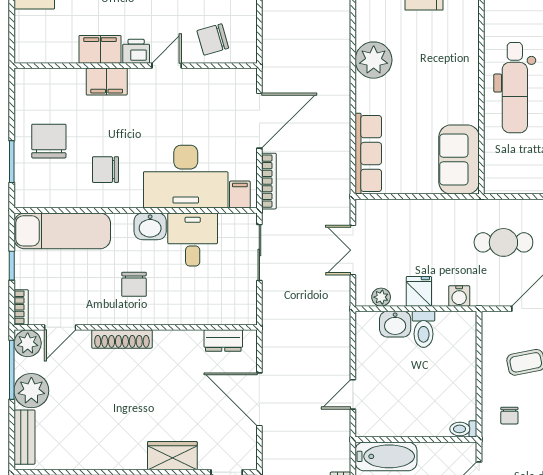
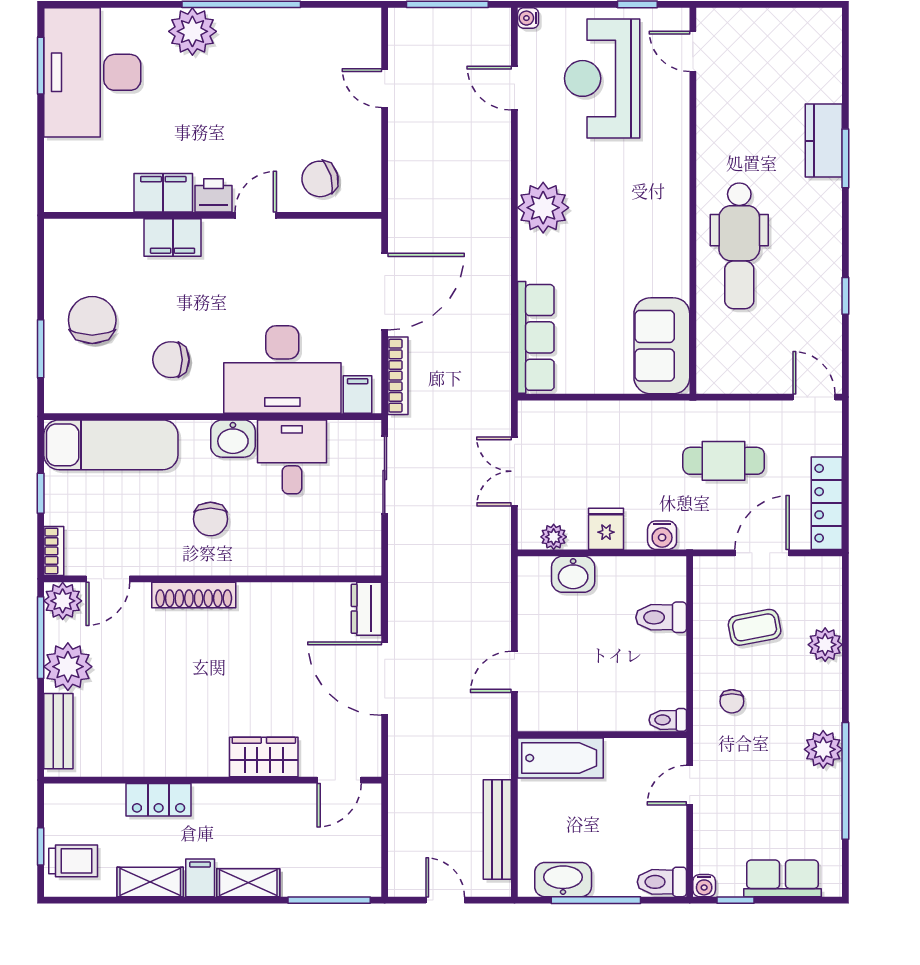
toilet: (424, 329) -> (661, 617), moved, turned 90
dresser: (223, 341) -> (366, 609), moved, turned 90

